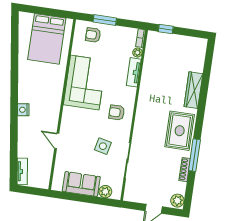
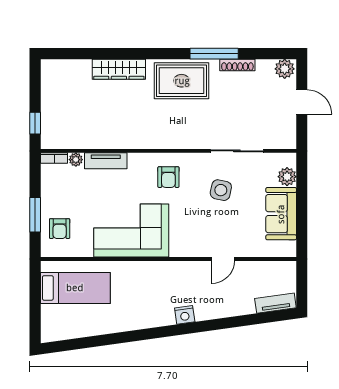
bed: (47, 39) -> (75, 288), width x0.67

